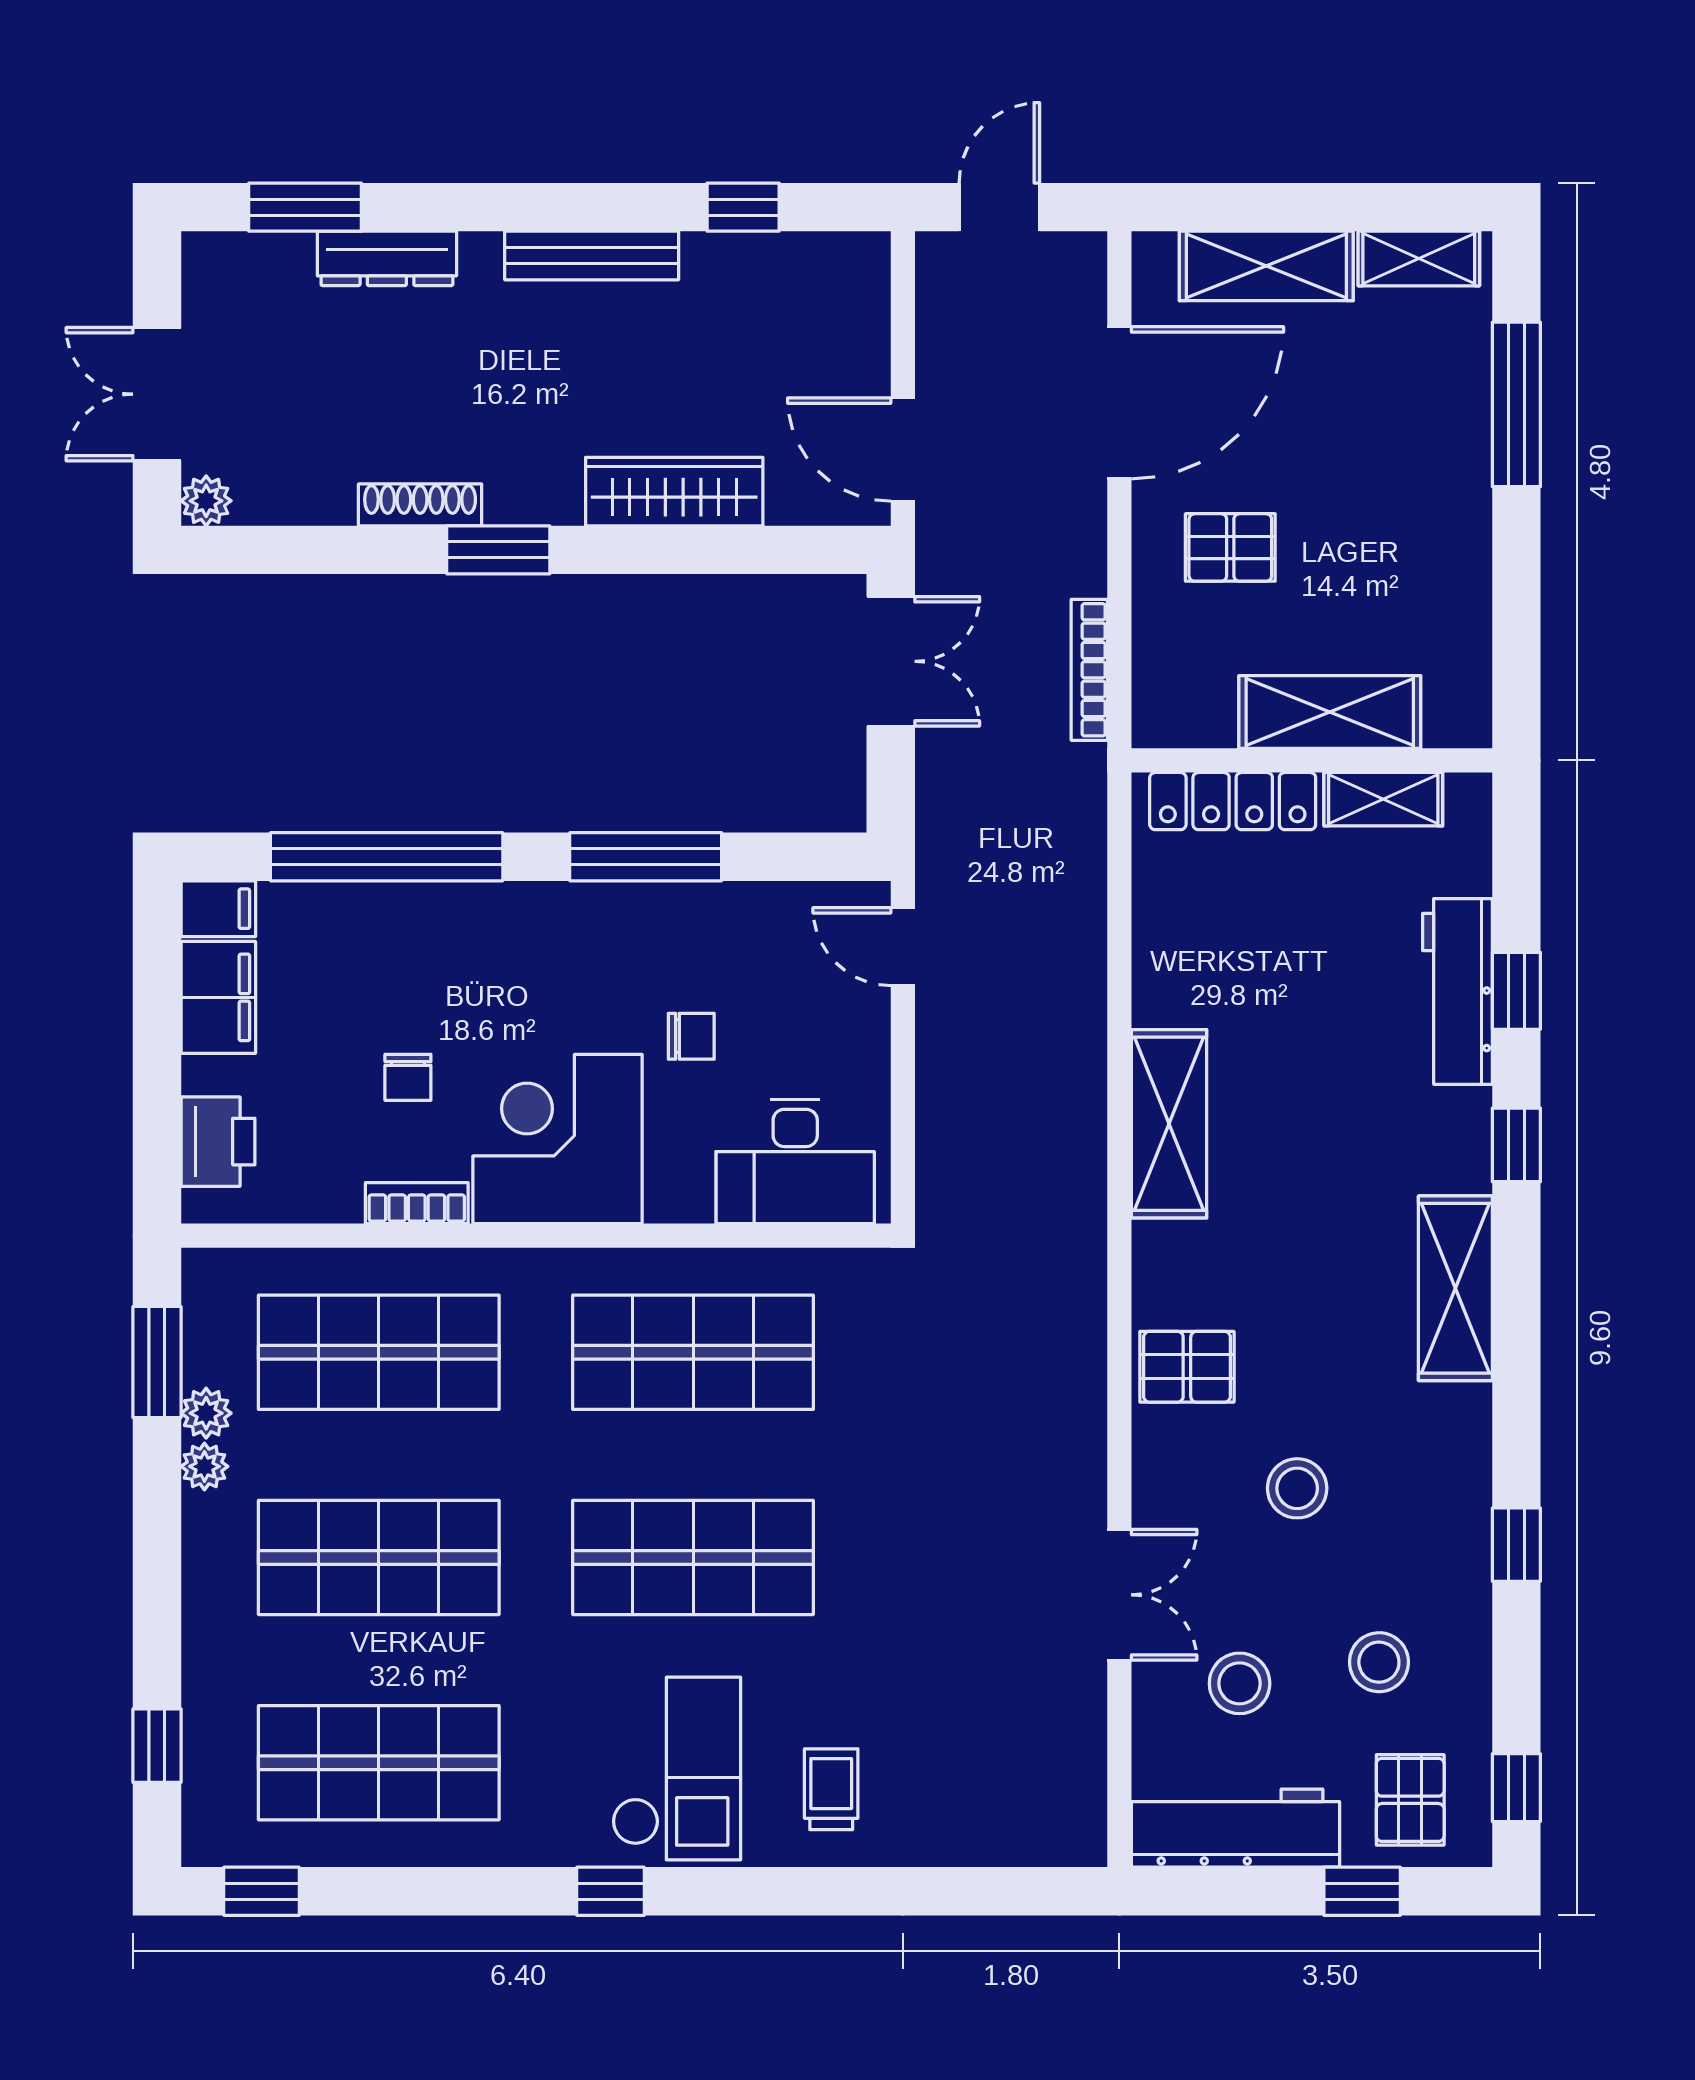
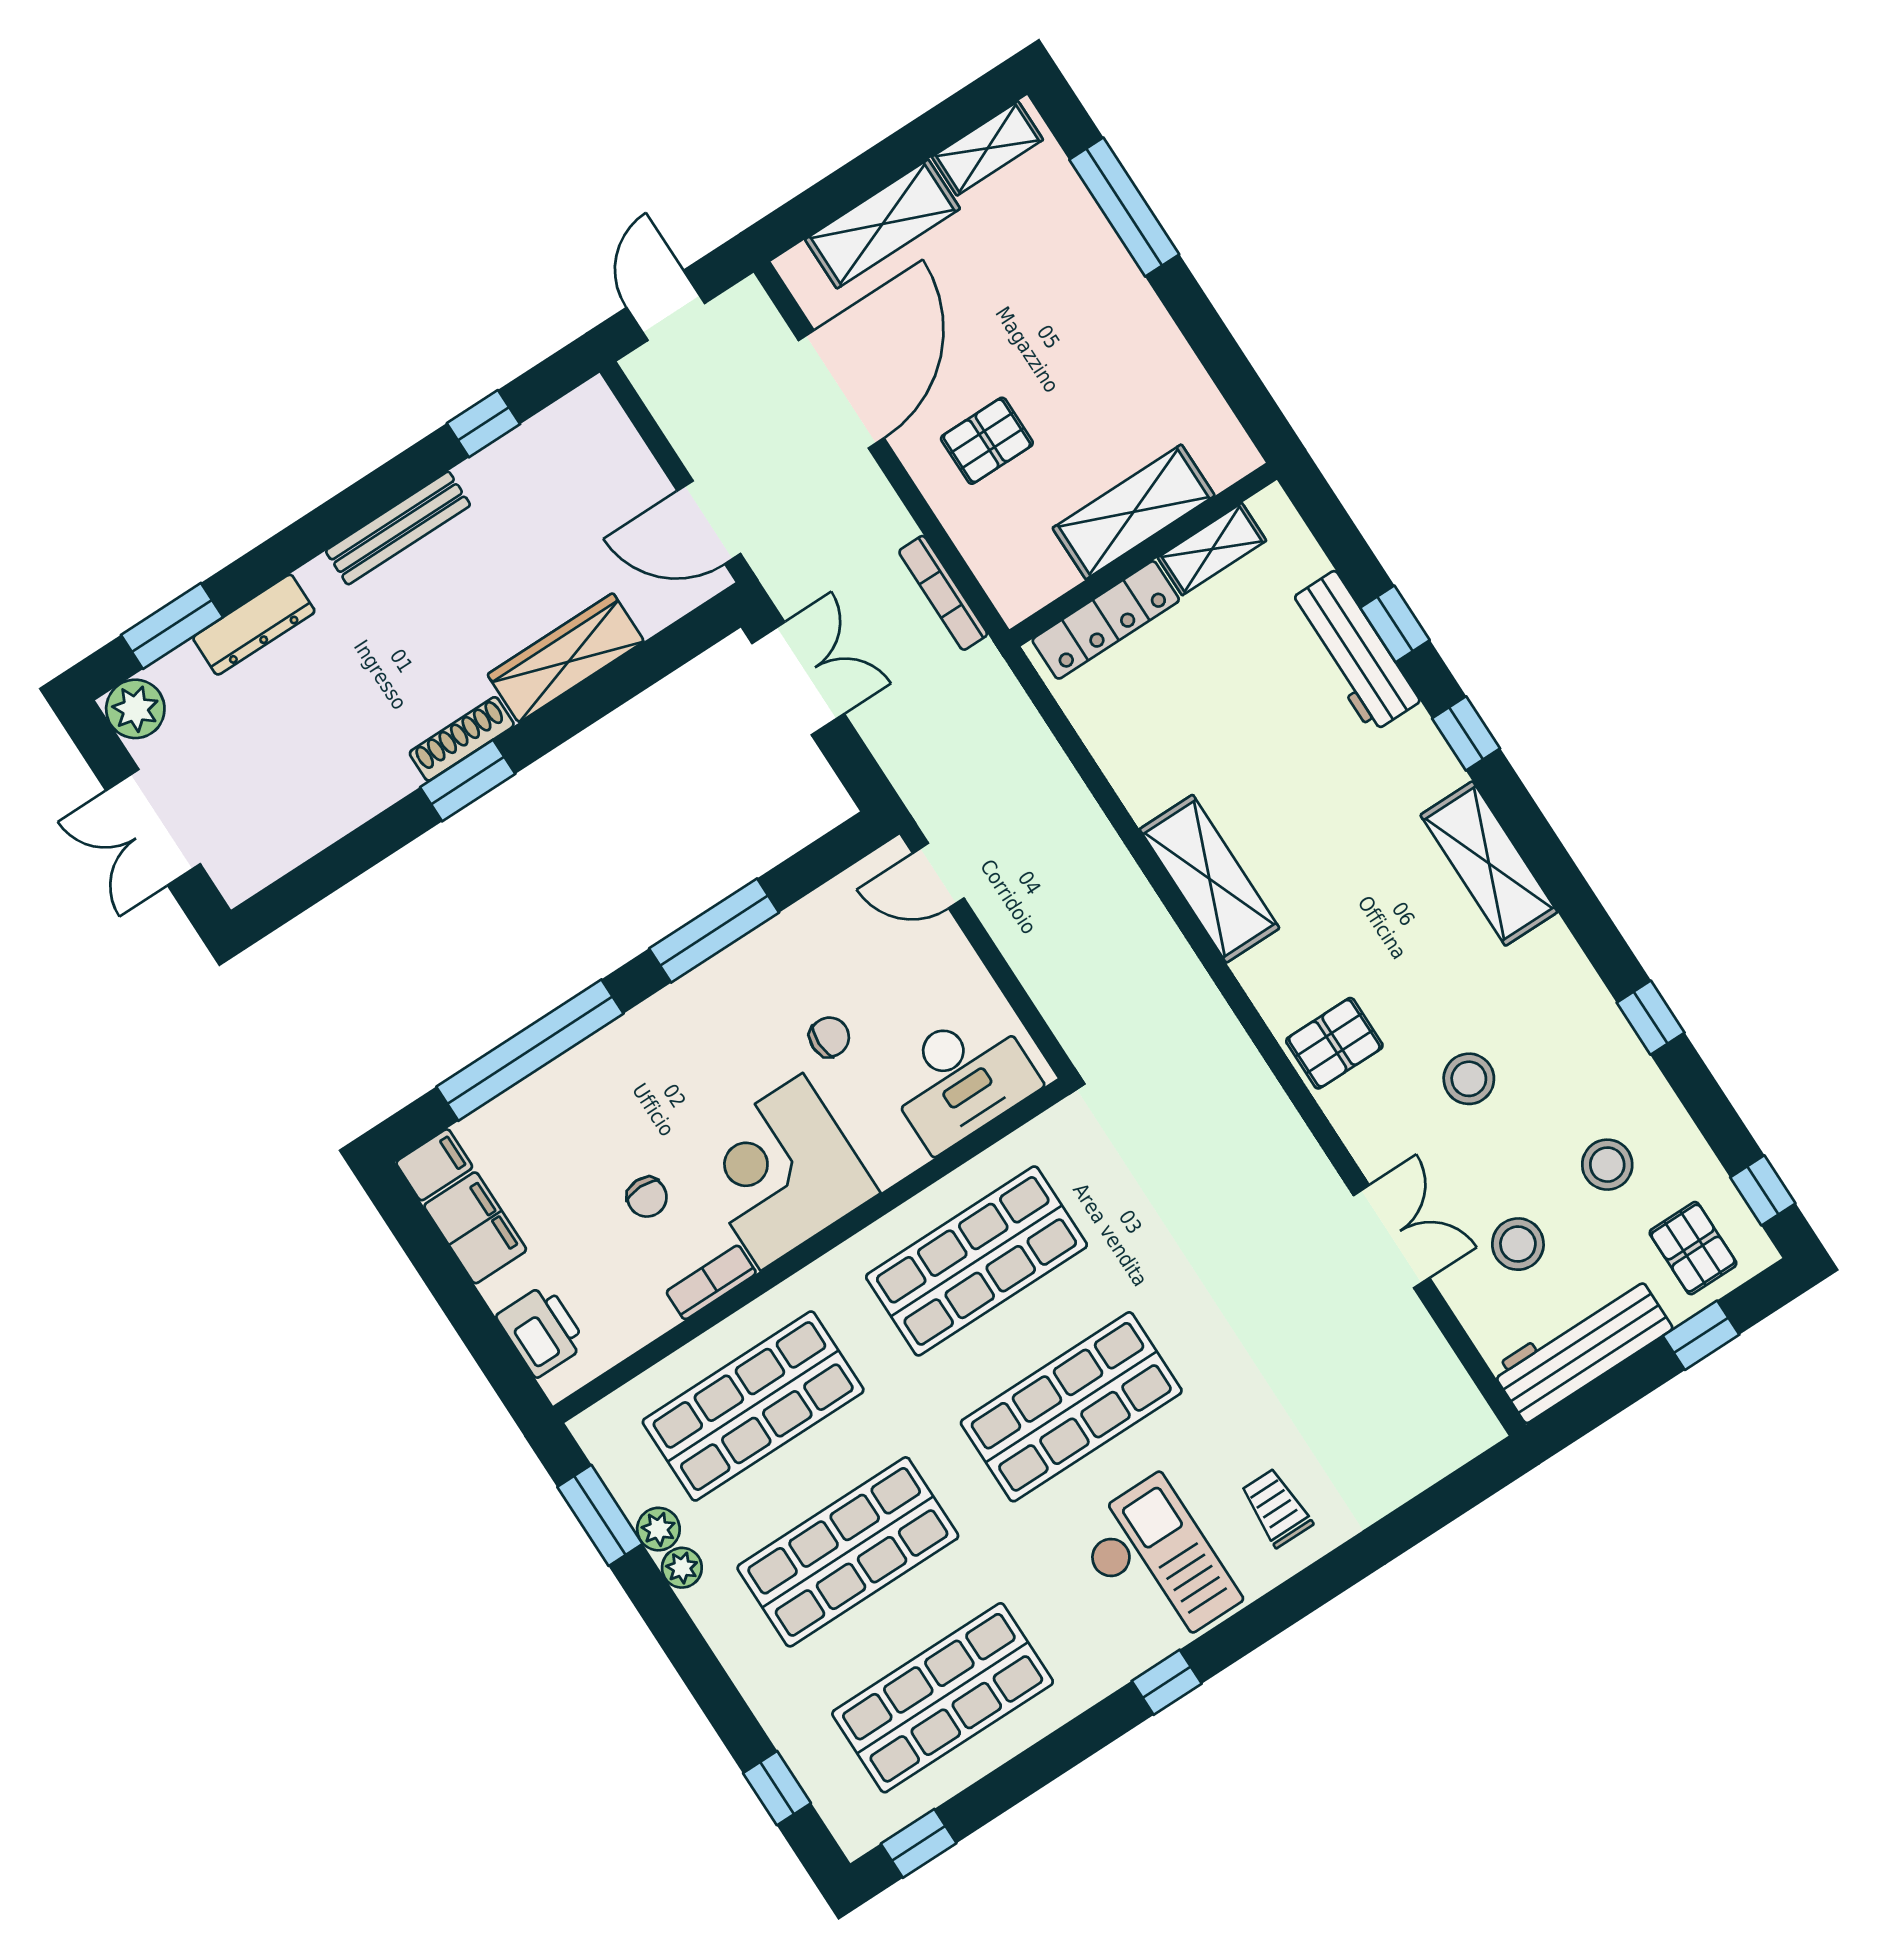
plant: (206, 501) -> (135, 709), moved, width x1.38, depth x1.38
shoe rack: (420, 505) -> (462, 739), moved

